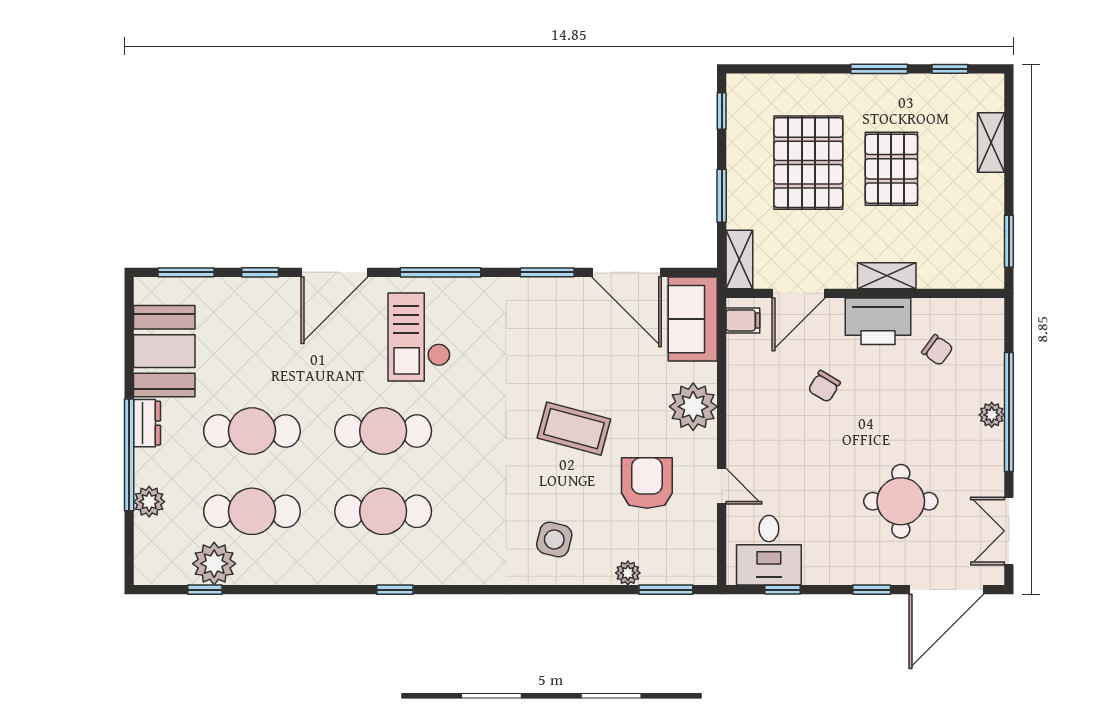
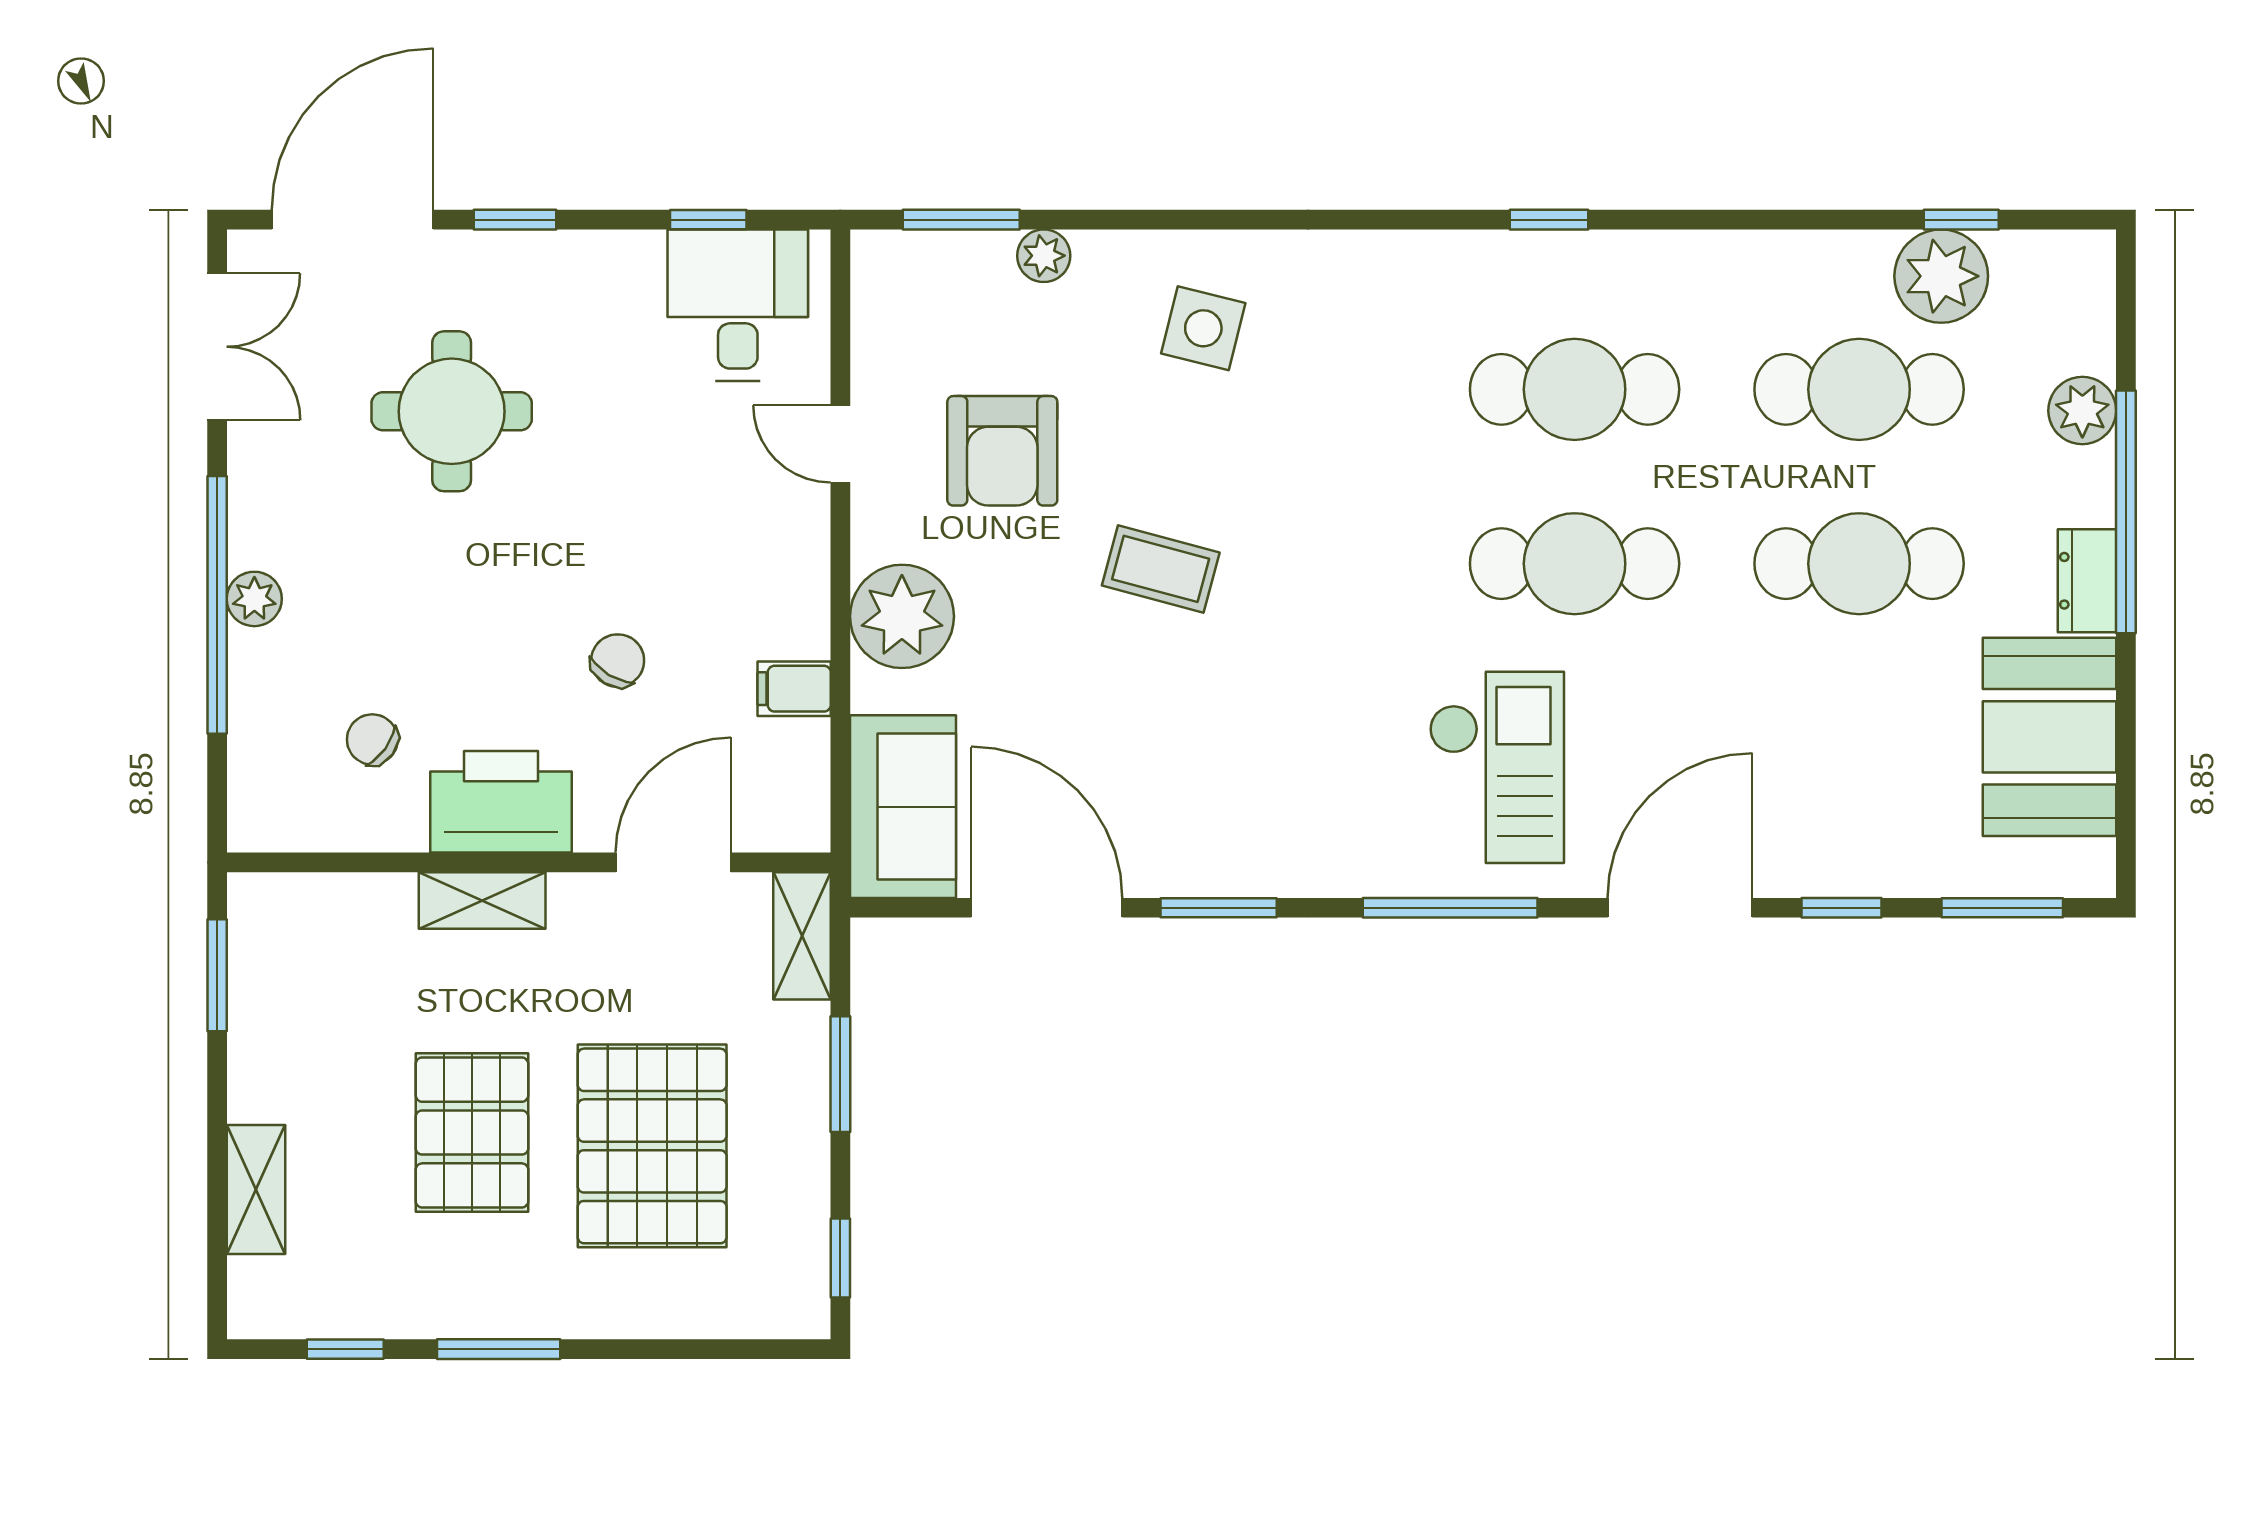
filing cabinet: (743, 320) -> (794, 689), moved
coffee table: (574, 429) -> (1161, 569), width x0.73, depth x0.77

